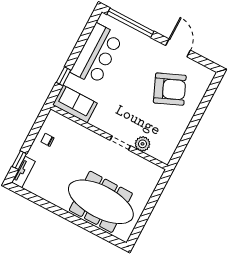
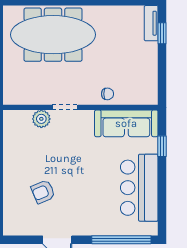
armchair: (170, 89) -> (43, 192), width x0.53, depth x0.53
sofa: (75, 104) -> (126, 123), width x1.36
chair: (47, 140) -> (107, 94), moved

